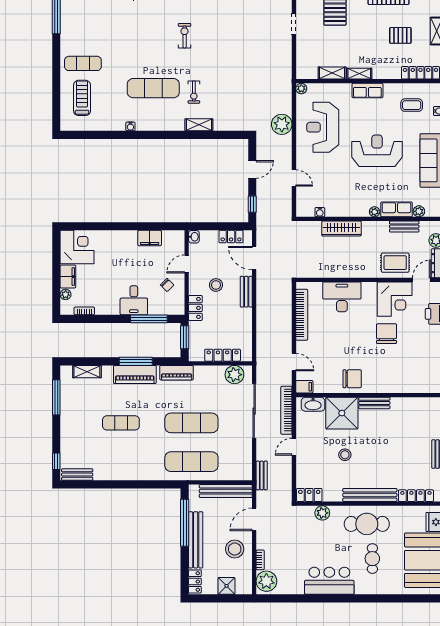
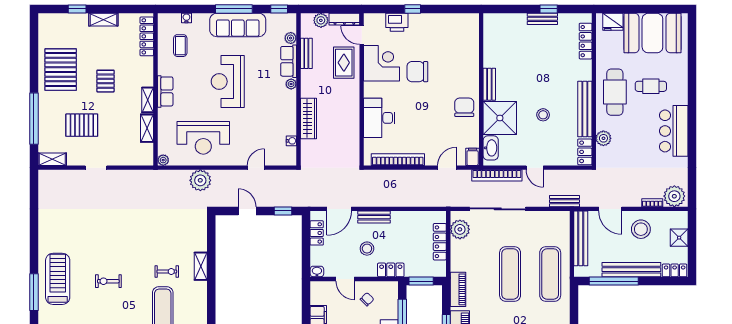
pallet: (400, 35) -> (105, 81), moved
bench: (370, 495) -> (585, 109), moved

